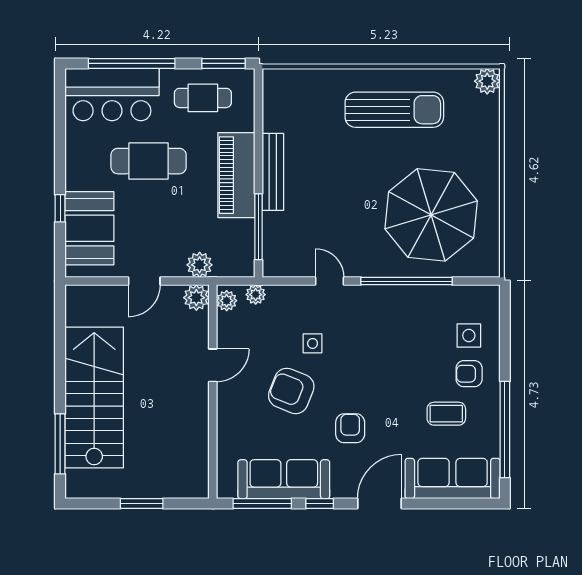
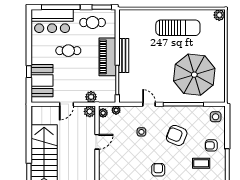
cafe table: (149, 161) -> (68, 51), width x0.73, depth x0.74
side table: (469, 335) -> (216, 117), moved
armchair: (291, 391) -> (177, 135), moved

